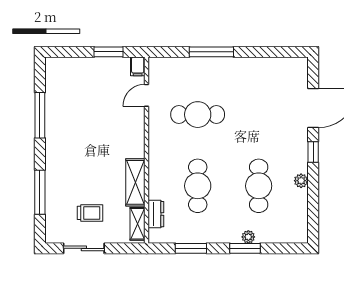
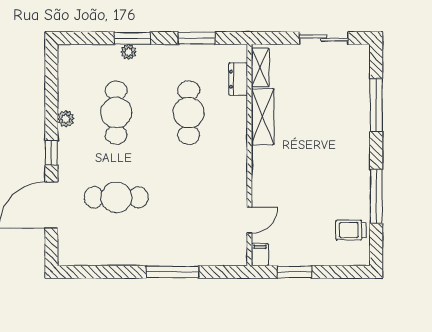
cafe table: (198, 115) -> (116, 197), moved
trolley: (90, 213) -> (351, 230), moved

